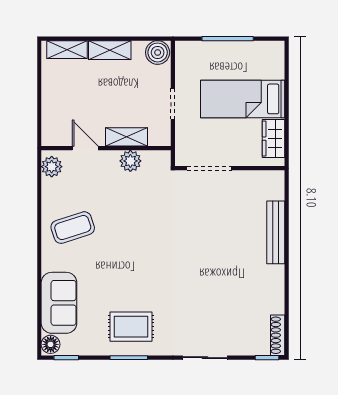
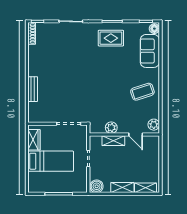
bench: (276, 232) -> (33, 89), width x0.73

